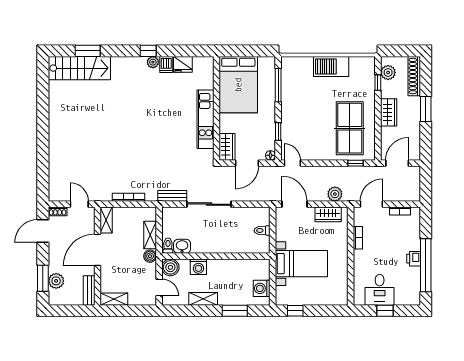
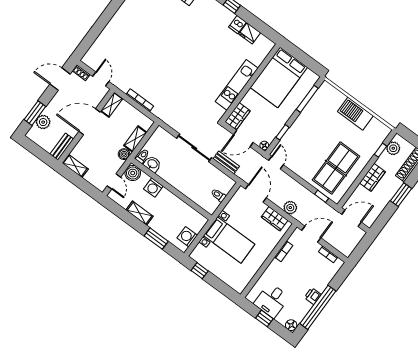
plant: (153, 62) -> (229, 16), removed
bench: (172, 196) -> (226, 162), moved
floor lamp: (414, 299) -> (291, 325), added

